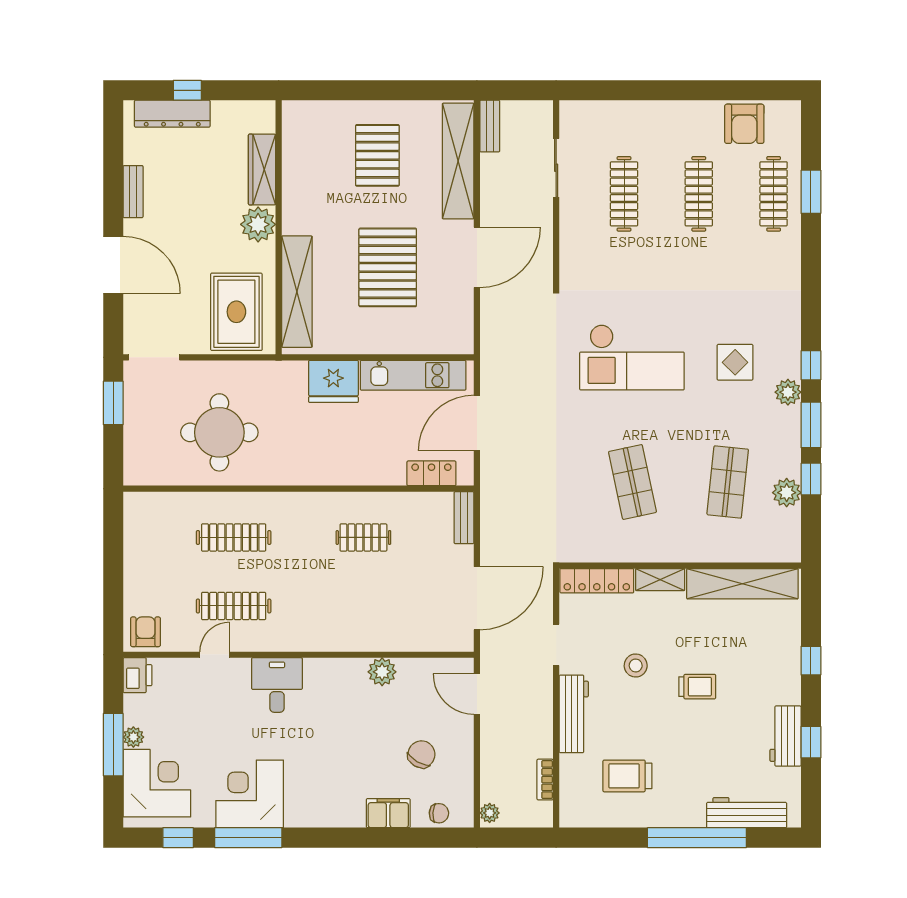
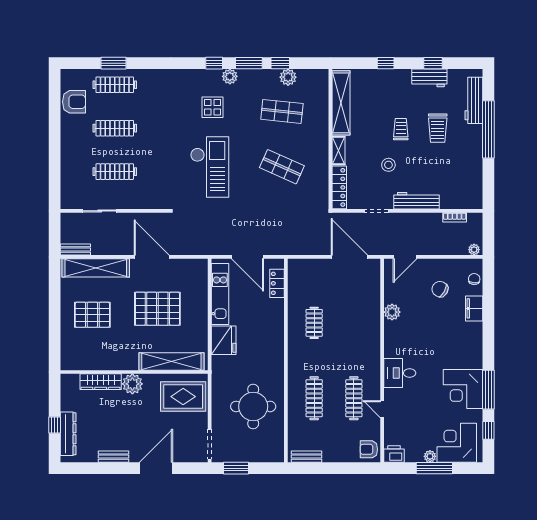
shop shelf: (632, 482) -> (282, 167), turned 36
bench: (464, 518) -> (307, 457), moved
trolley: (627, 776) -> (438, 128), moved

